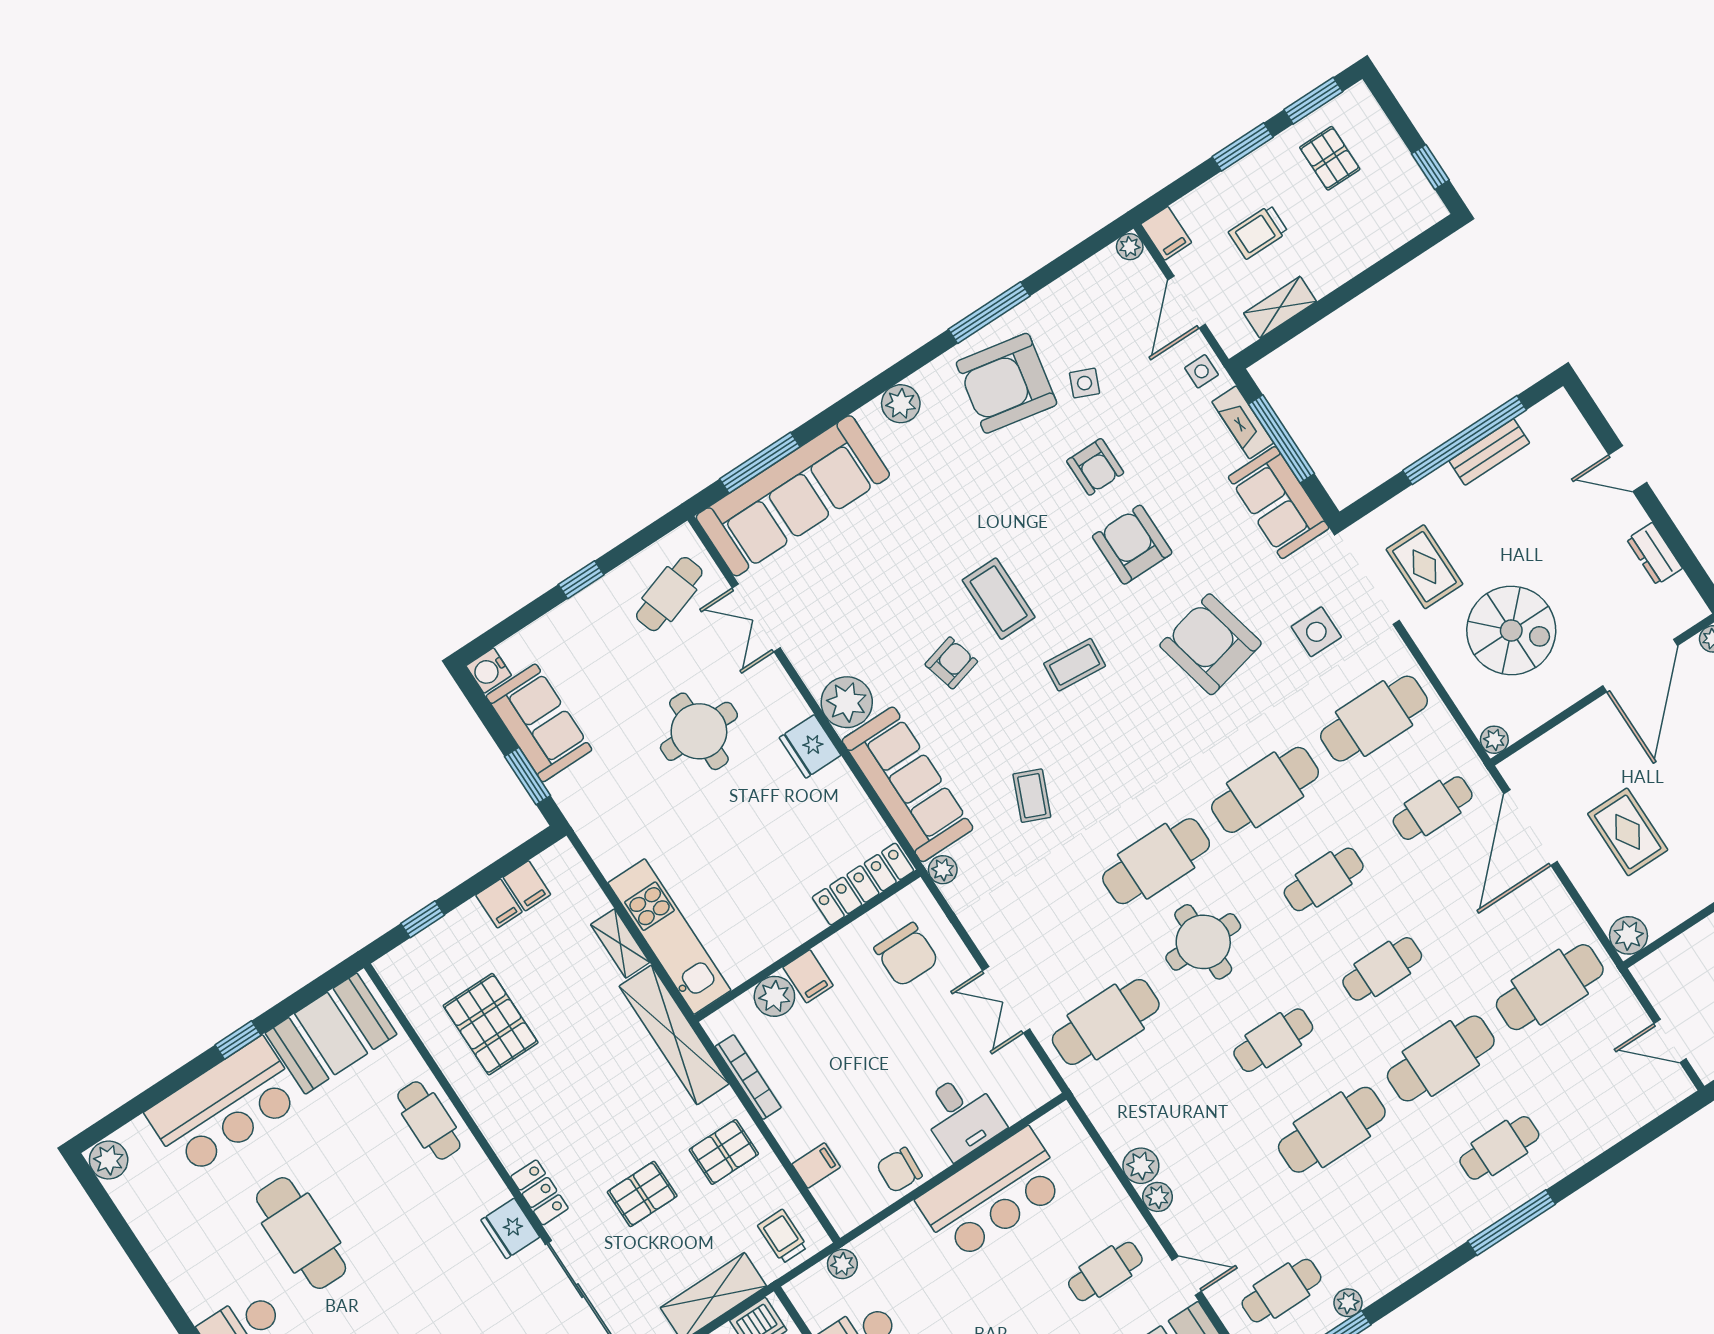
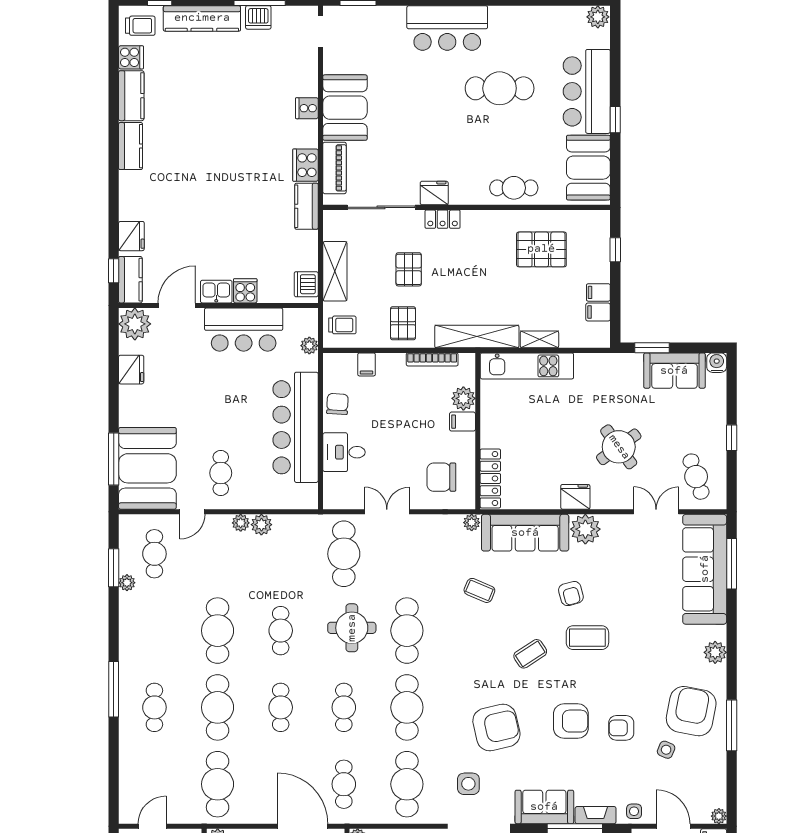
coffee table: (1075, 665) -> (530, 654), turned 52
round table: (699, 731) -> (619, 447), turned -36
bar counter: (992, 1194) -> (296, 427), width x1.36

